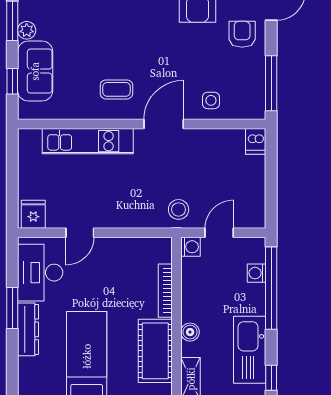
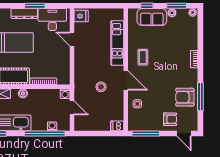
stool: (179, 209) -> (101, 87), moved

